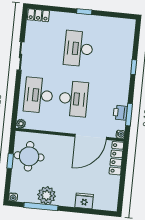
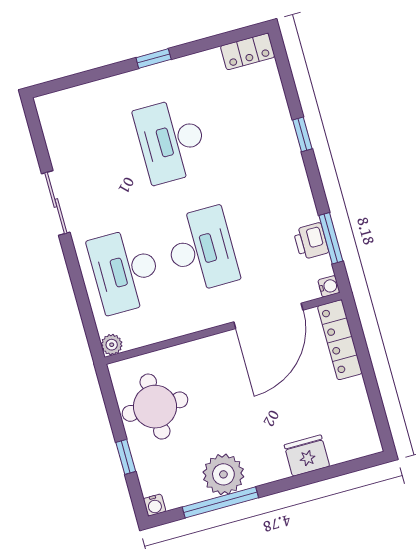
locker: (38, 15) -> (248, 51), moved
window: (10, 161) -> (126, 457), moved

